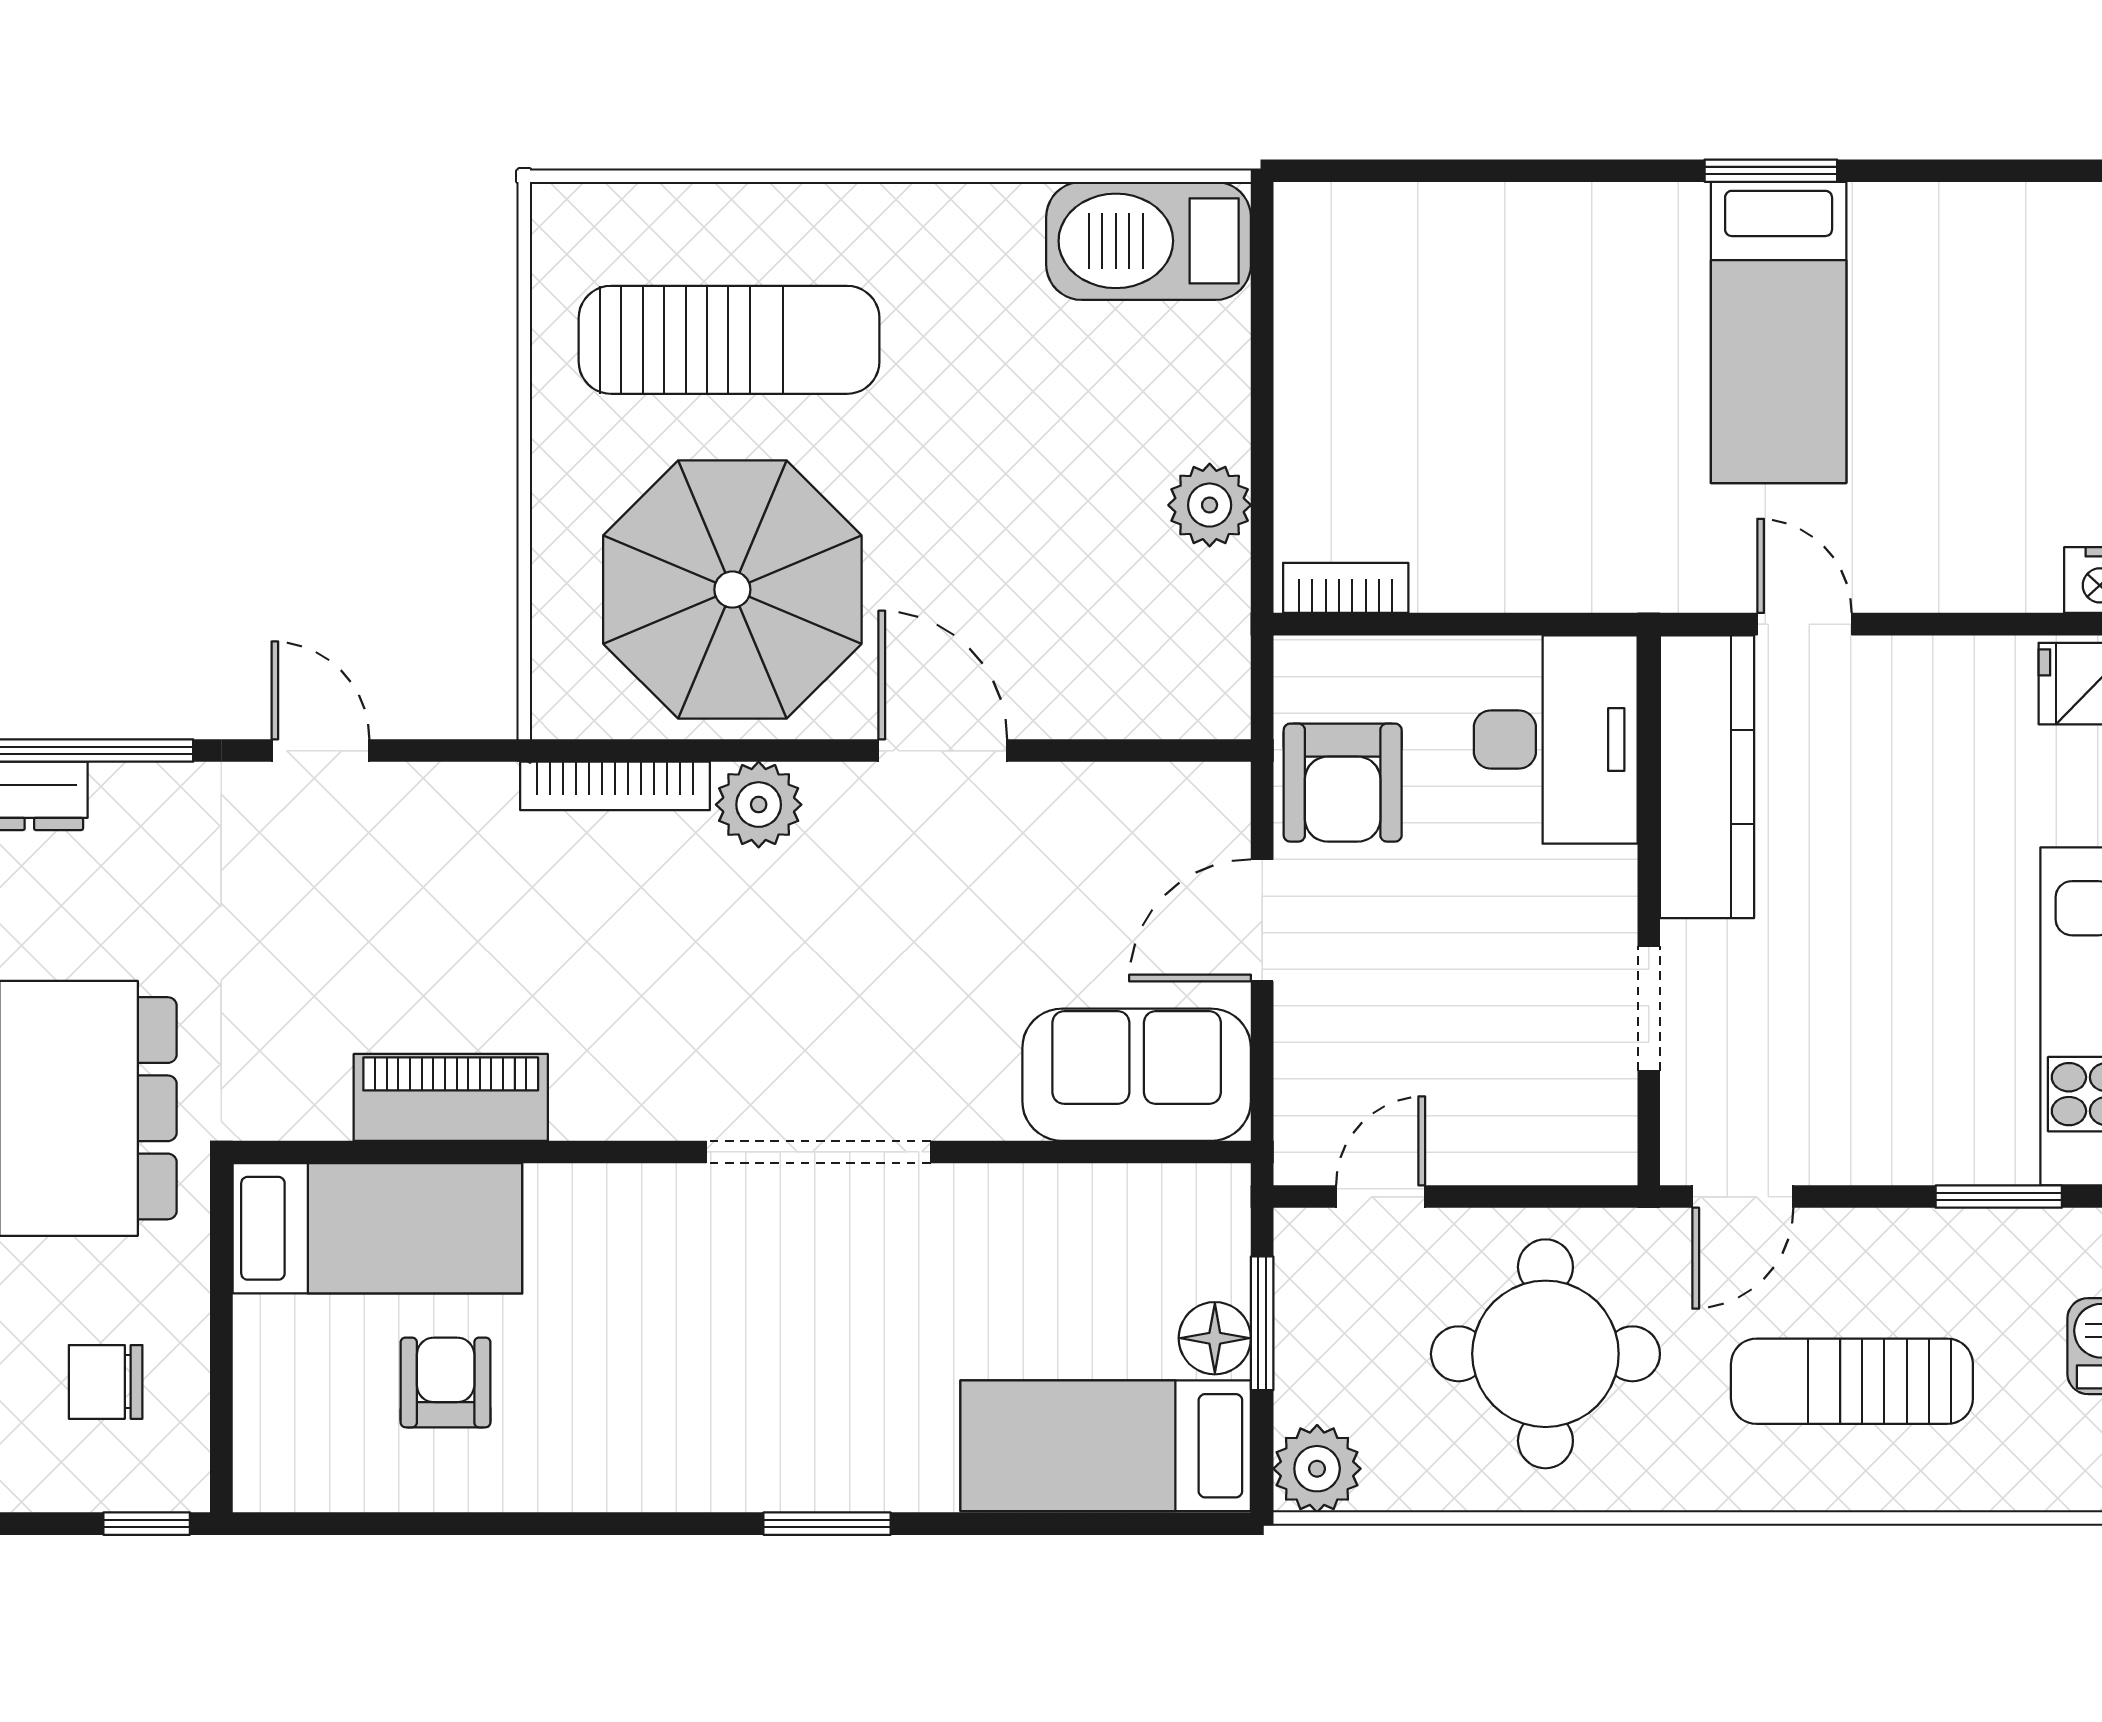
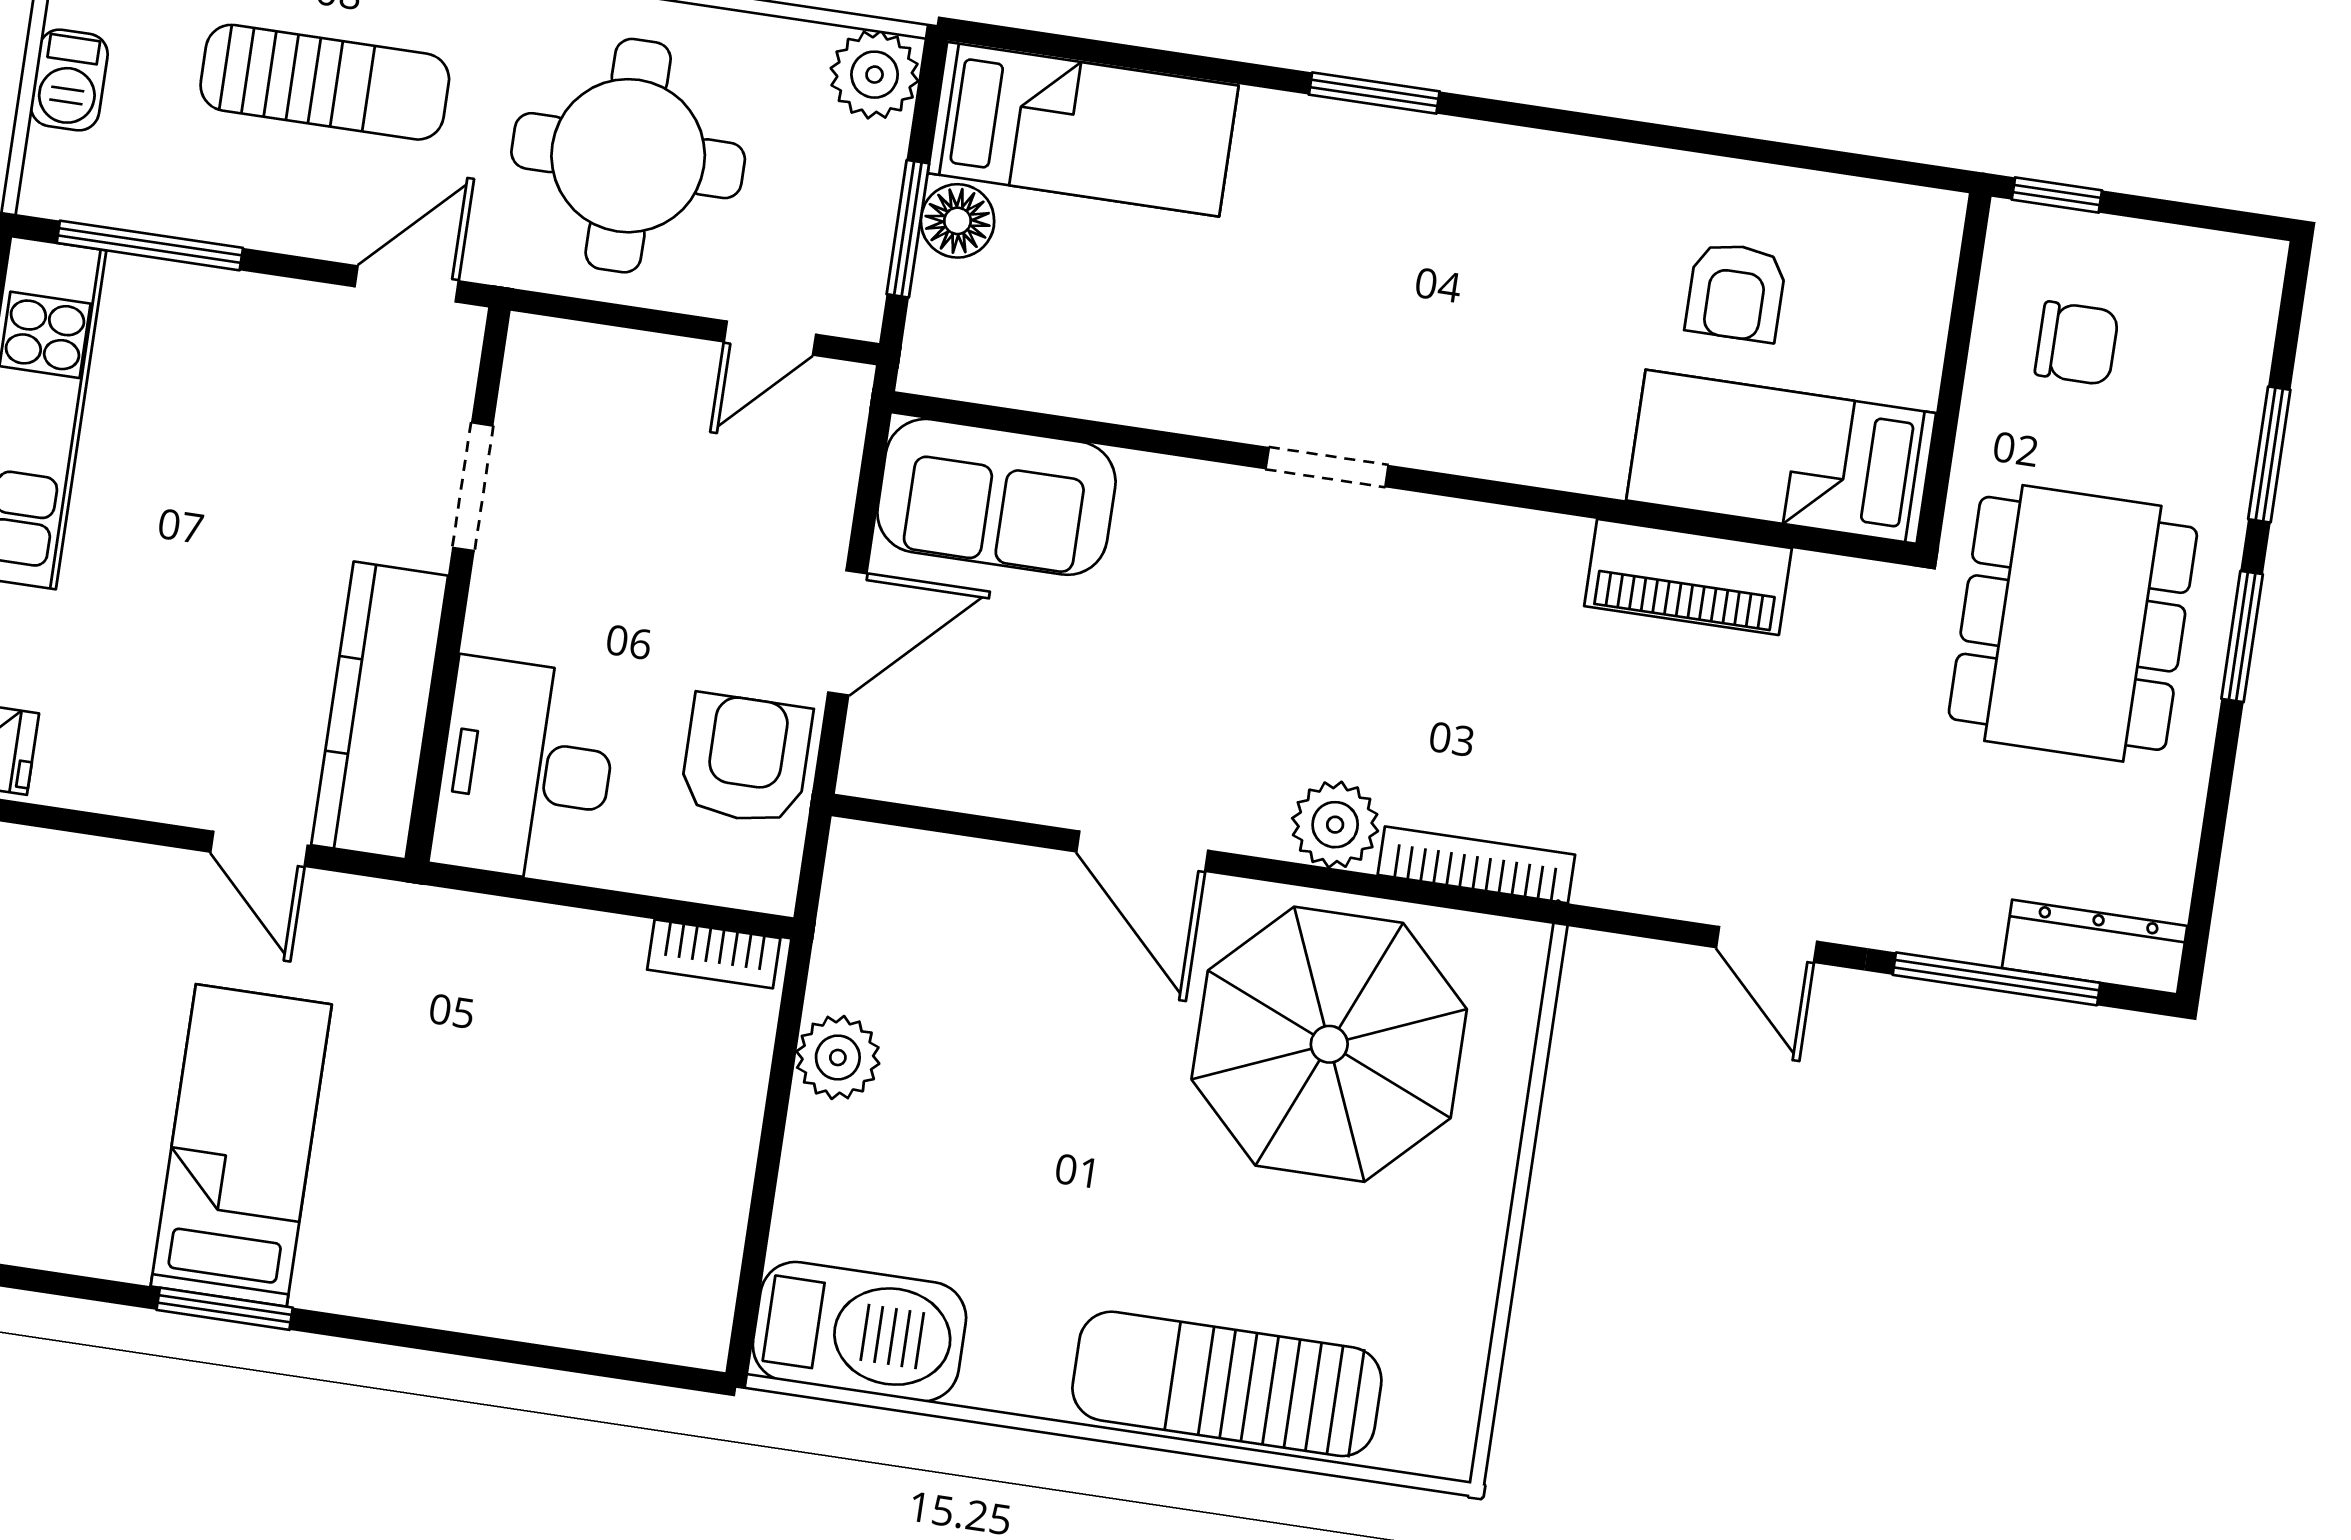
sun lounger: (729, 340) -> (1227, 1384), moved
doorway: (819, 1152) -> (1327, 467), width x0.53
window: (1999, 1197) -> (150, 245), width x1.44

